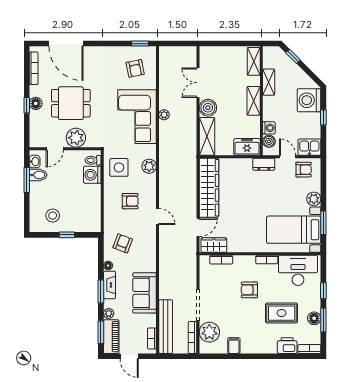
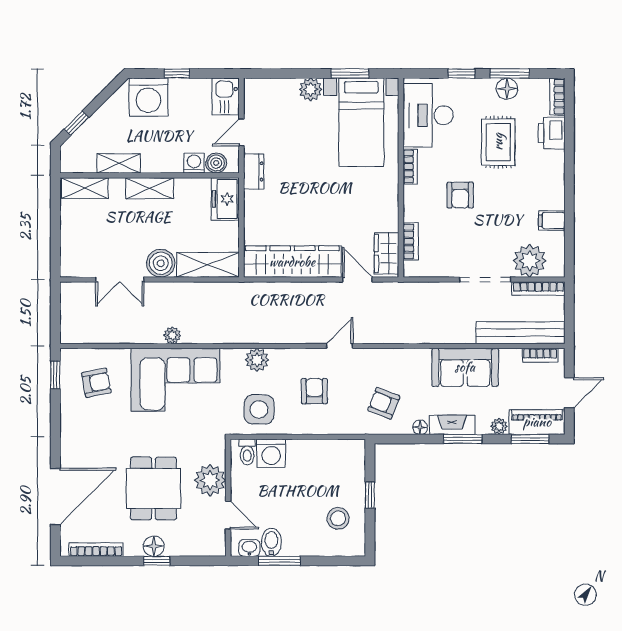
armchair: (304, 170) -> (262, 106), removed

